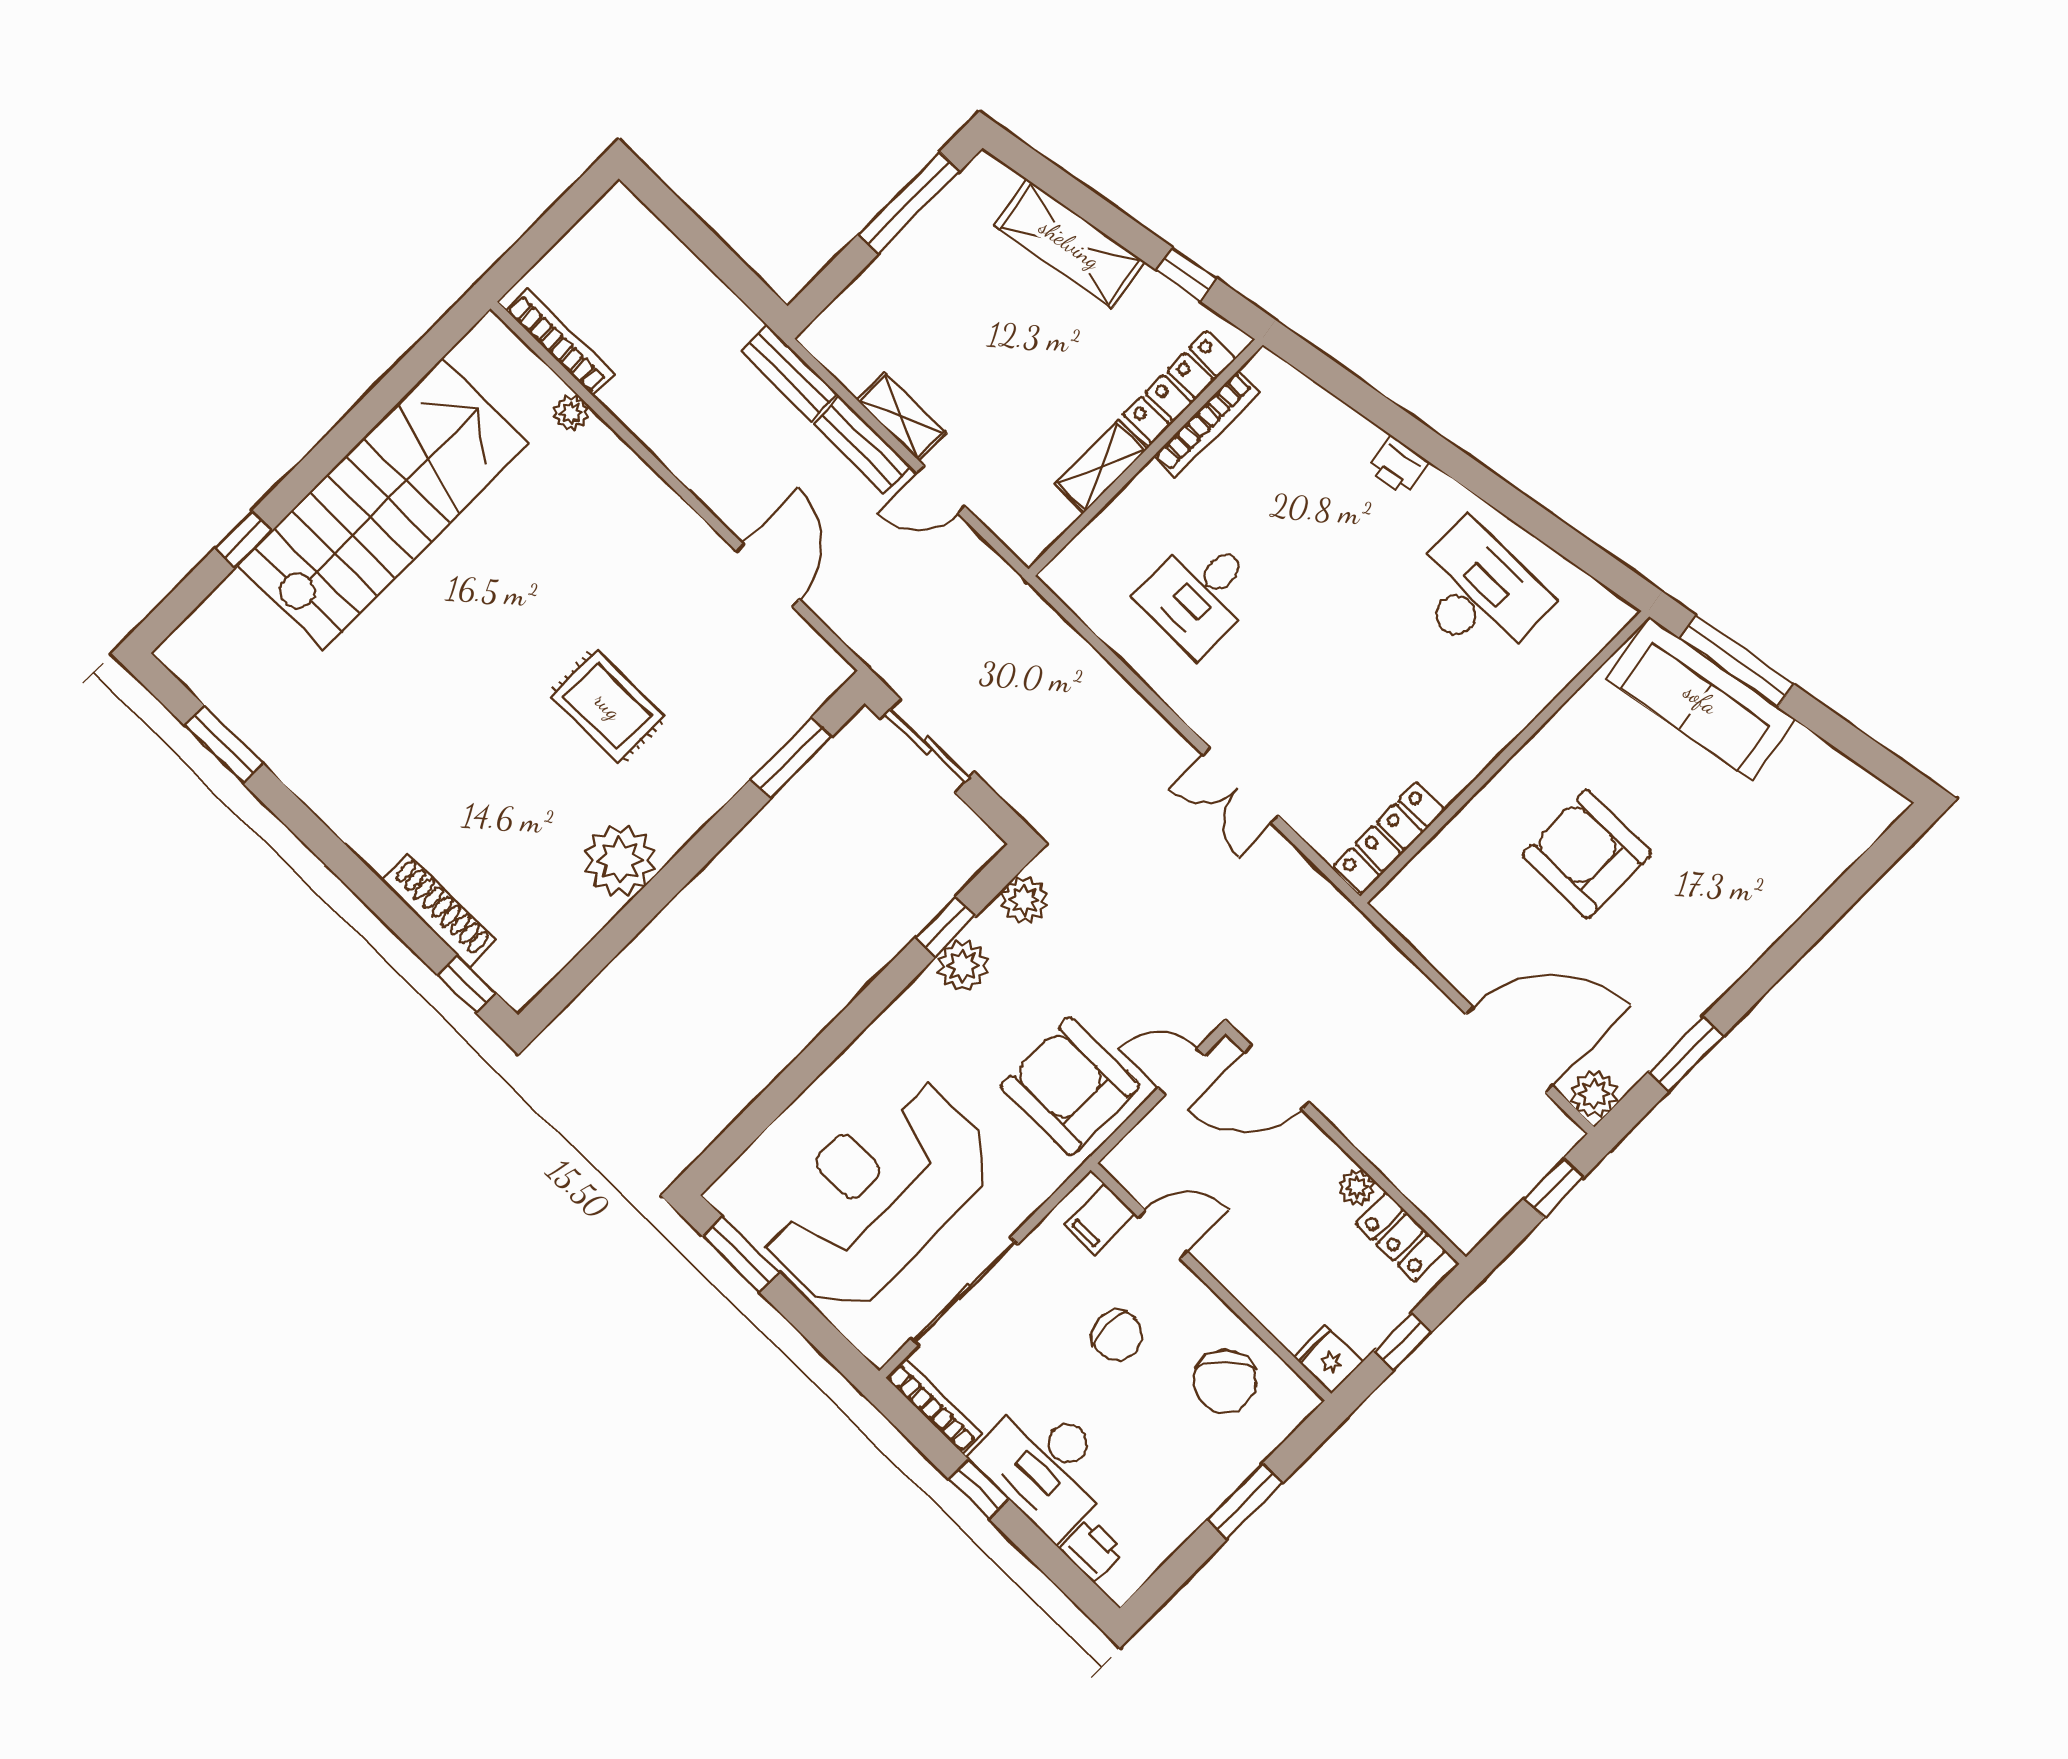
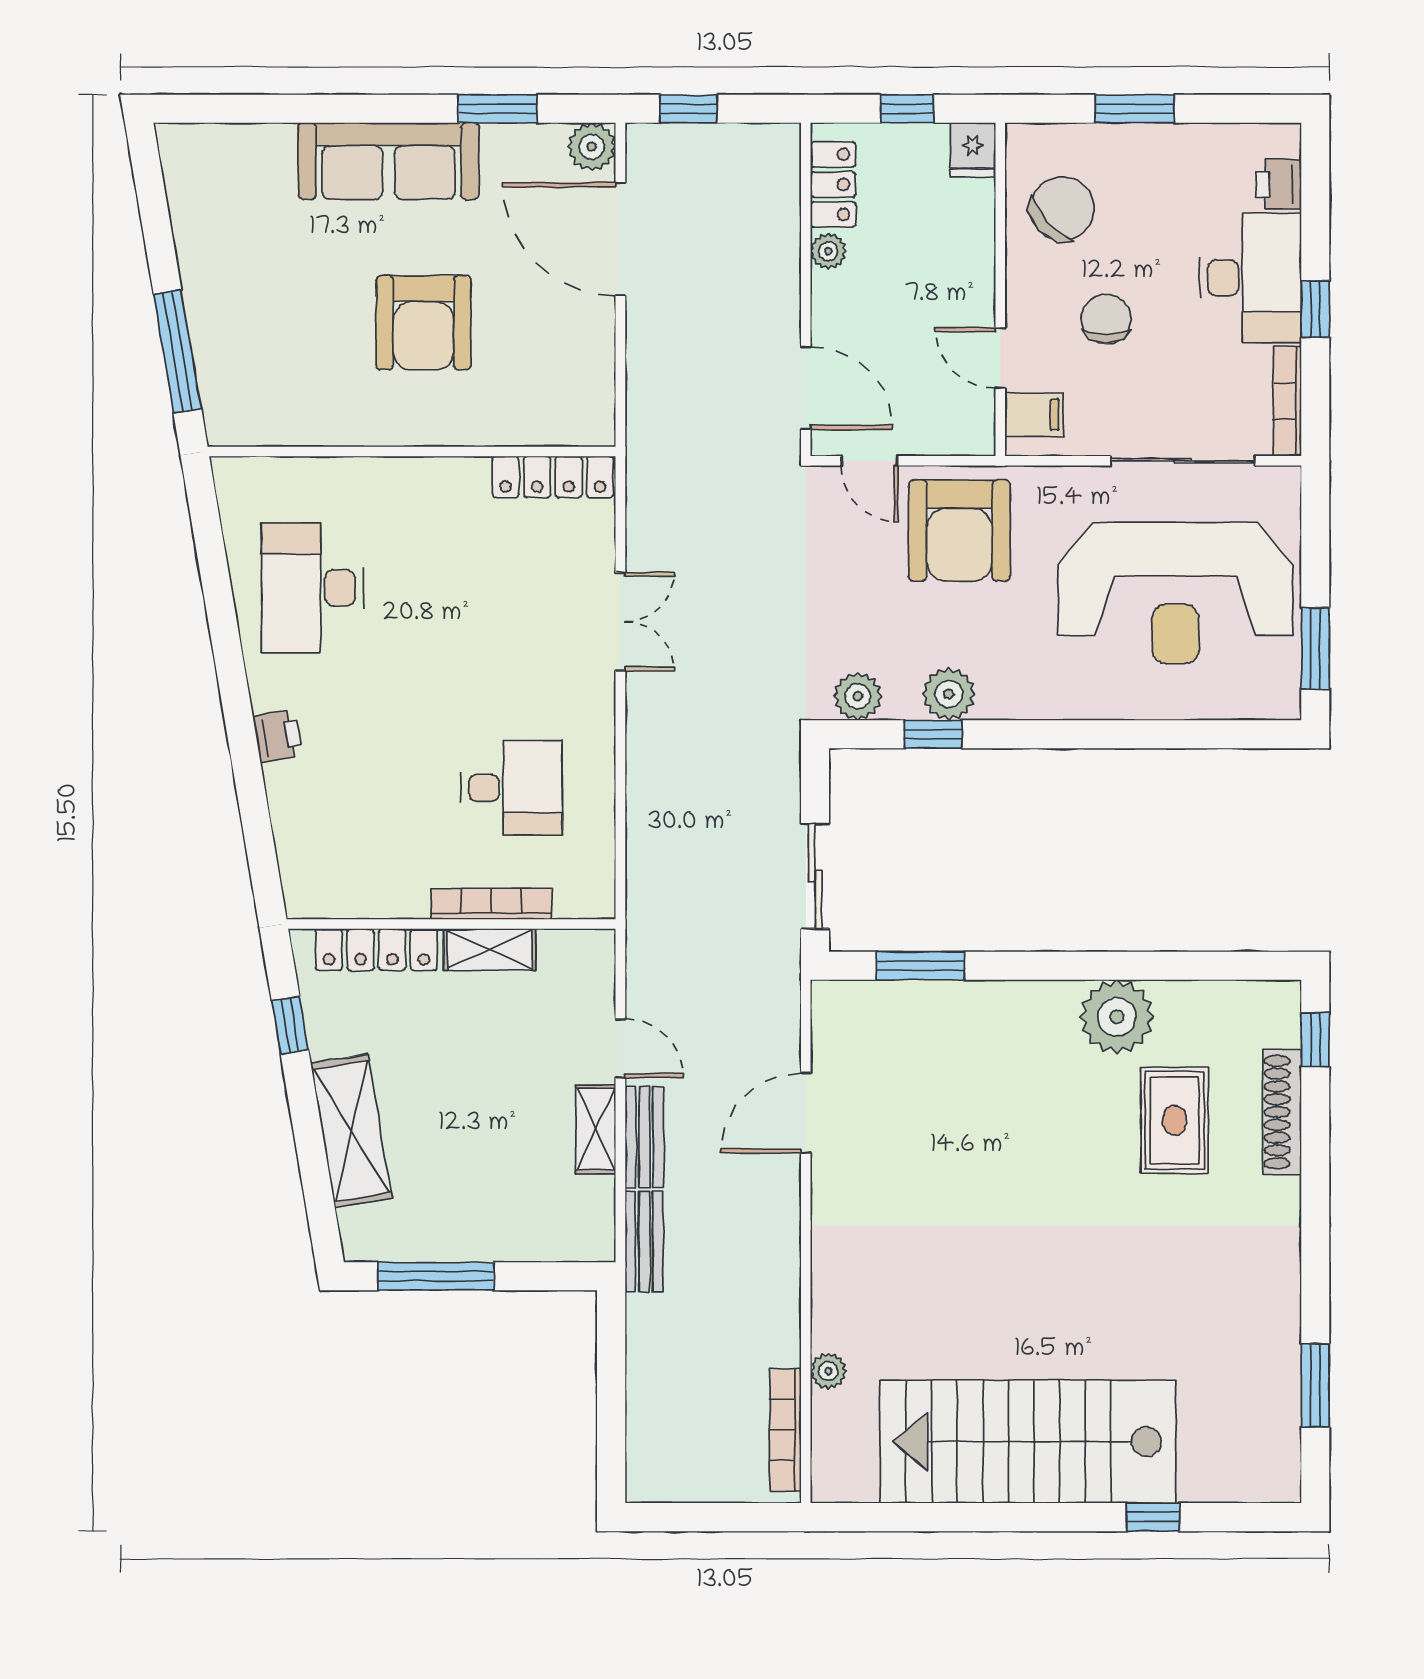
bookcase: (1206, 424) -> (491, 904), moved
sofa: (1701, 699) -> (389, 161), moved, turned 99
rug: (608, 706) -> (1175, 1120), moved

